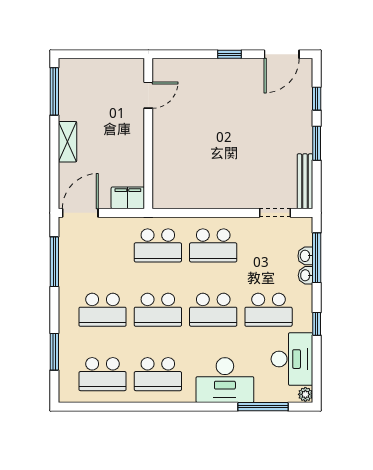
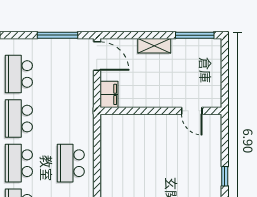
school desk: (158, 245) -> (71, 119), removed

